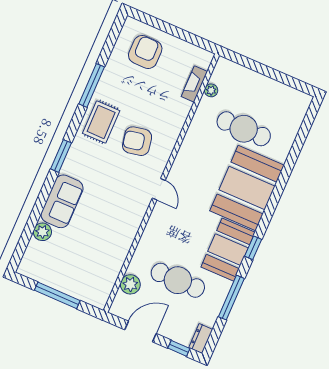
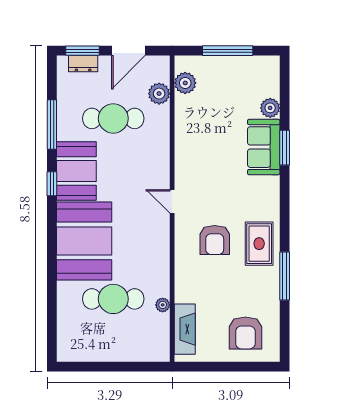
fireplace: (194, 84) -> (185, 329), width x1.37, depth x1.32
plant: (211, 90) -> (163, 305), moved
armchair: (137, 141) -> (215, 240), turned 101
window: (61, 156) -> (285, 148), moved
plant: (105, 284) -> (185, 83), added
dresser: (201, 339) -> (83, 64), moved, turned 90
window: (179, 348) -> (83, 51), width x1.50

